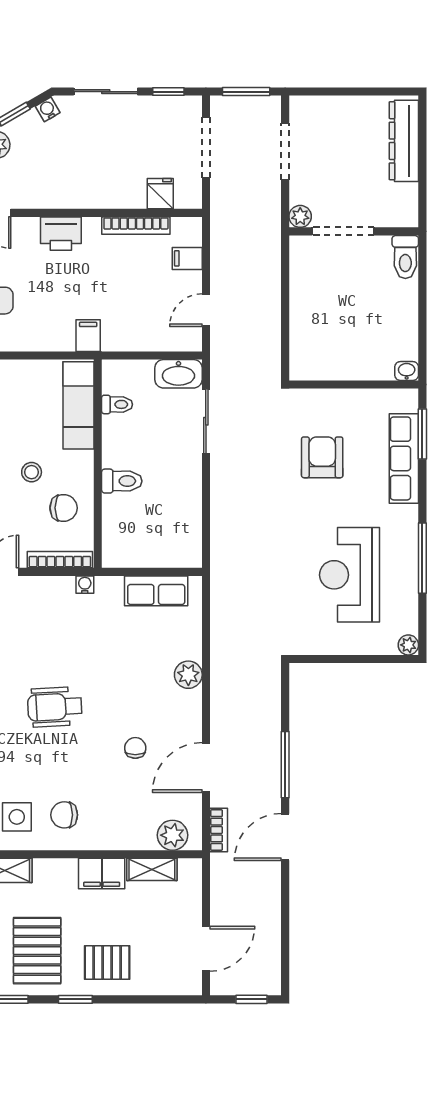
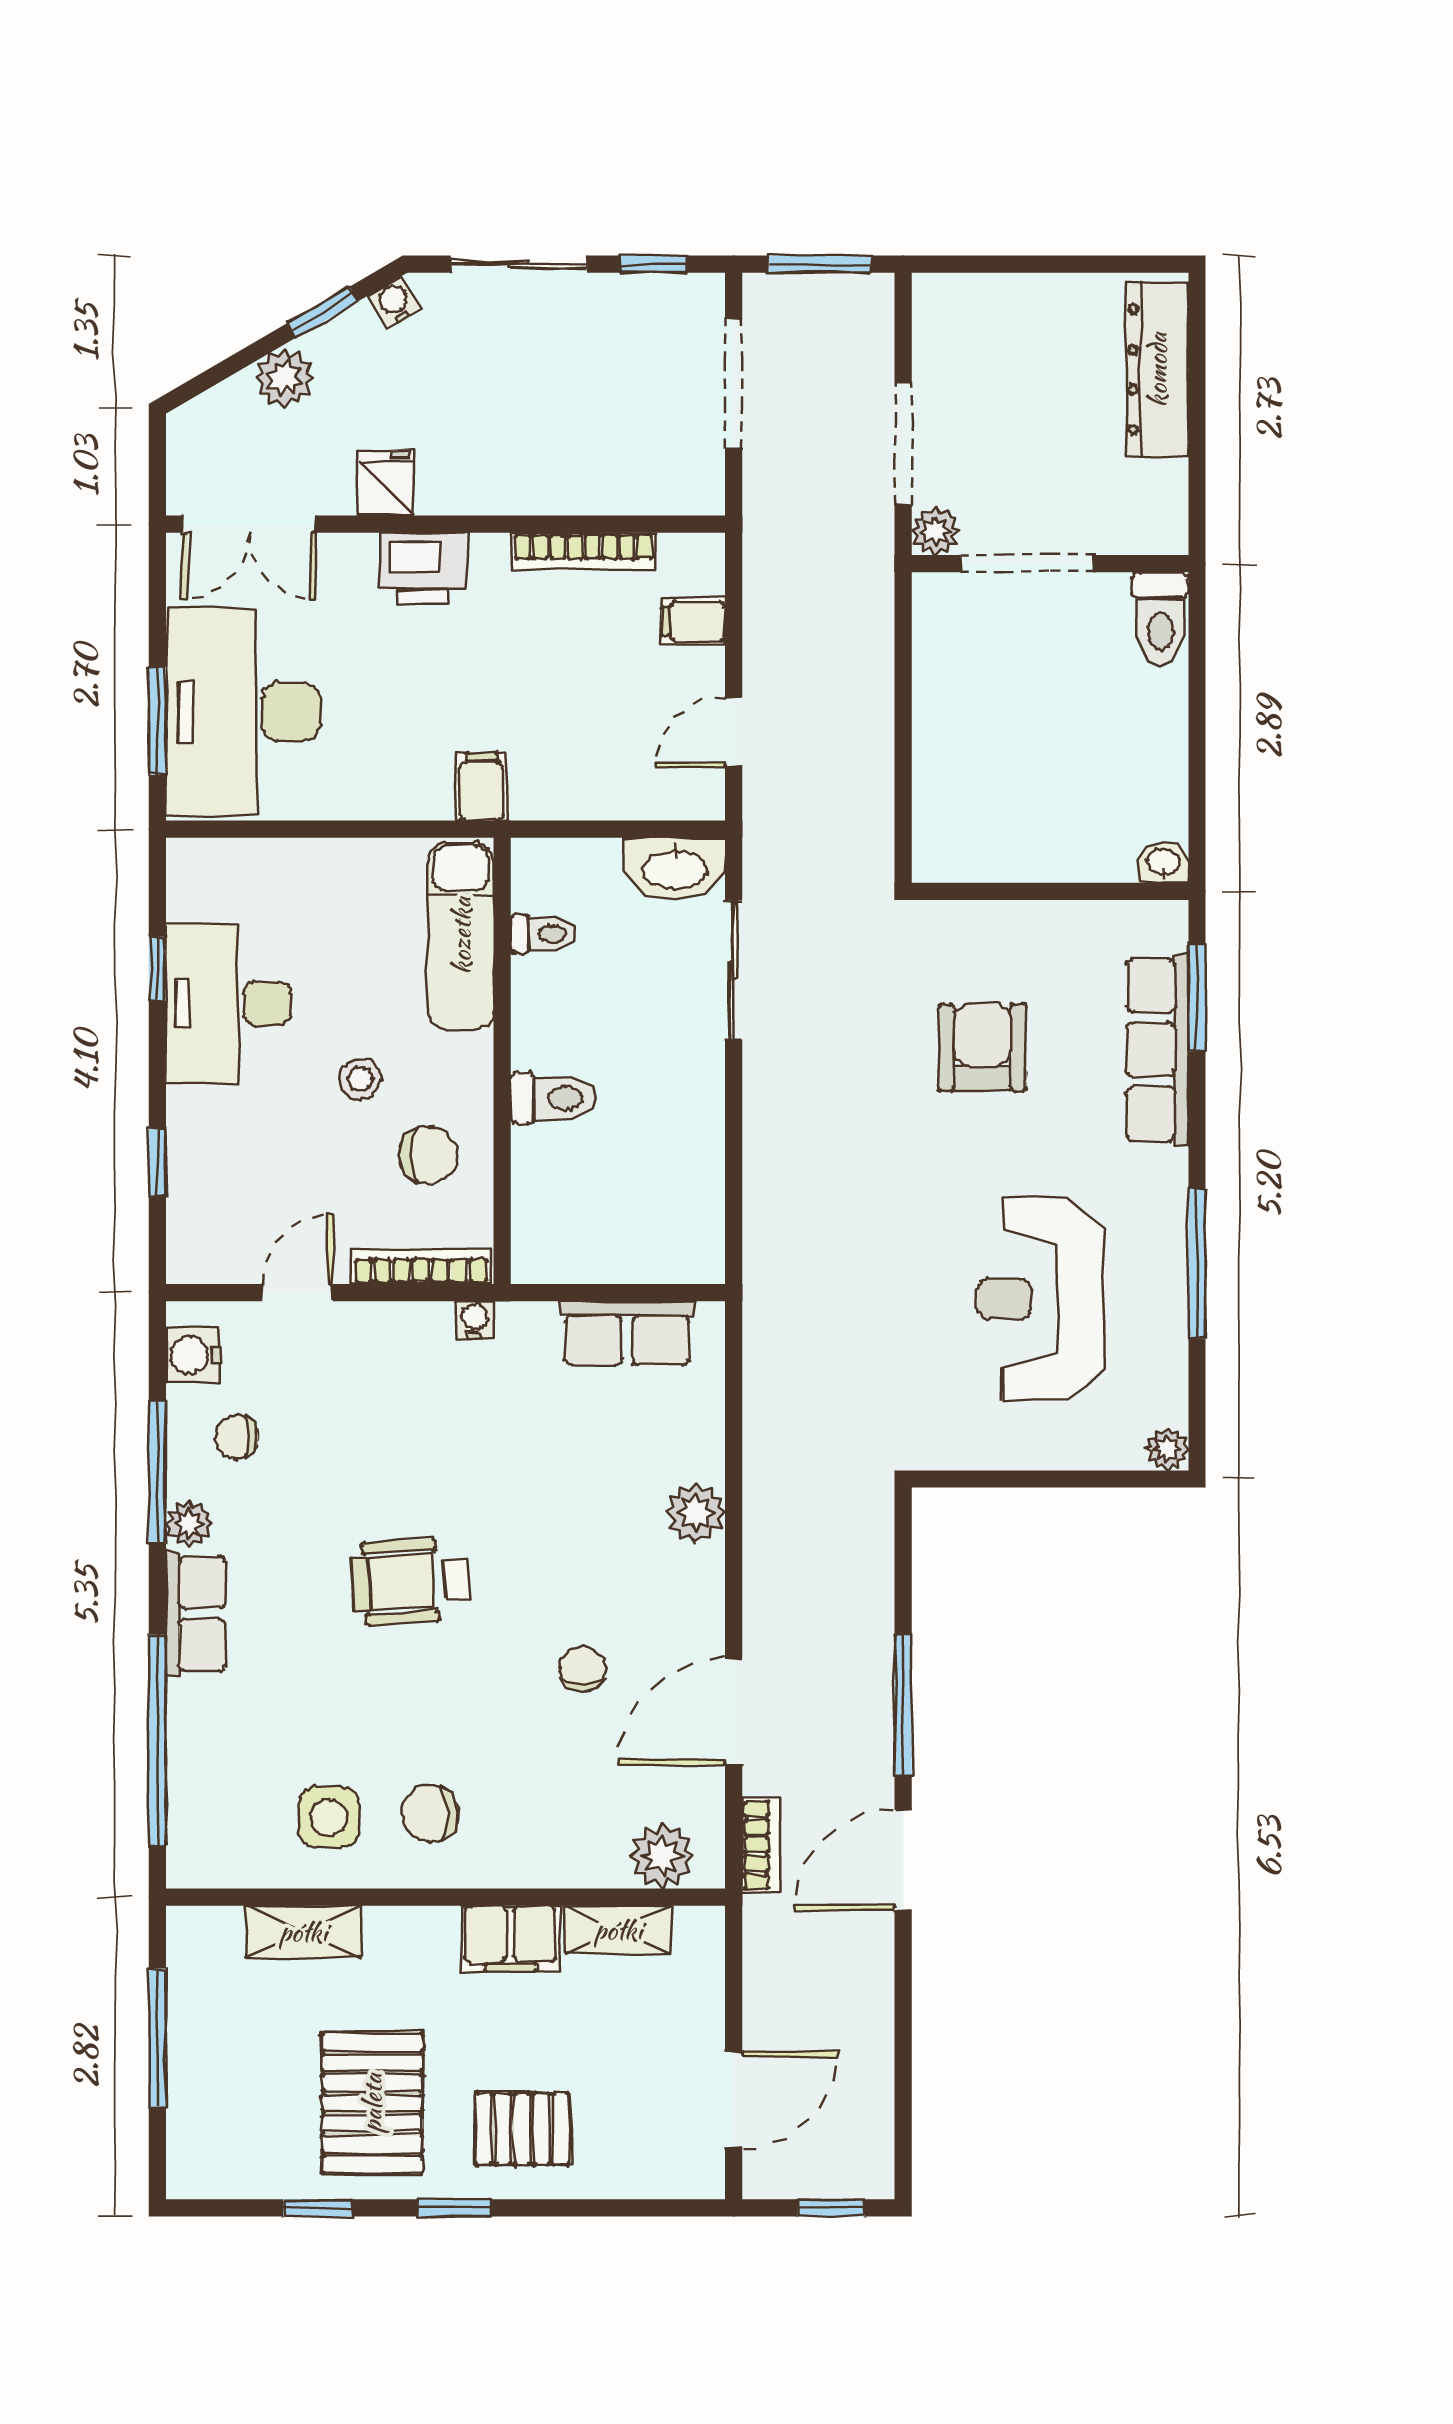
doorway: (285, 151) -> (903, 443), moved
fridge: (160, 194) -> (386, 483), moved

